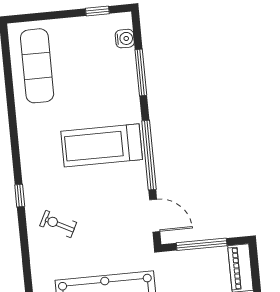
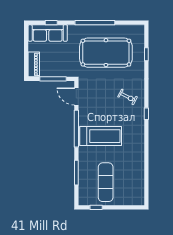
water cooler: (125, 39) -> (83, 191), removed
exercise mat: (37, 66) -> (106, 182), moved

